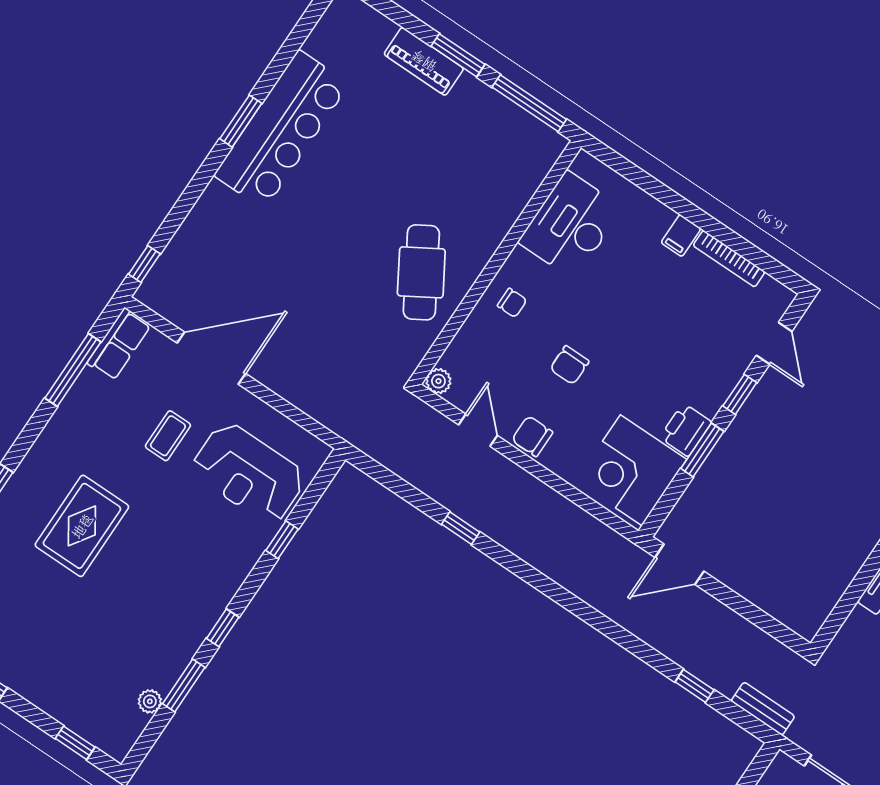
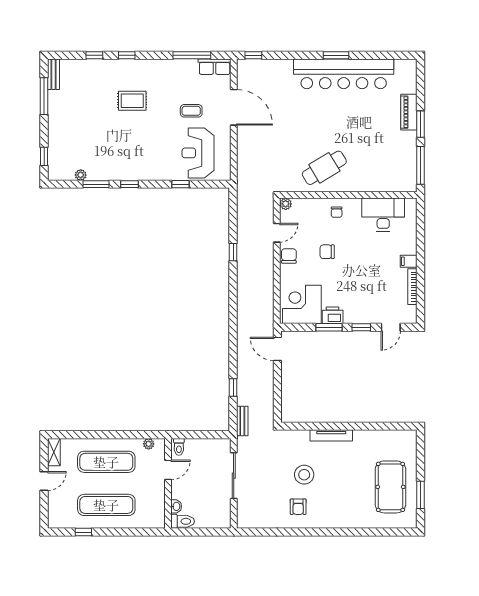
bar counter: (282, 130) -> (344, 74), width x1.36
rug: (82, 526) -> (132, 101), width x0.73, depth x0.70

